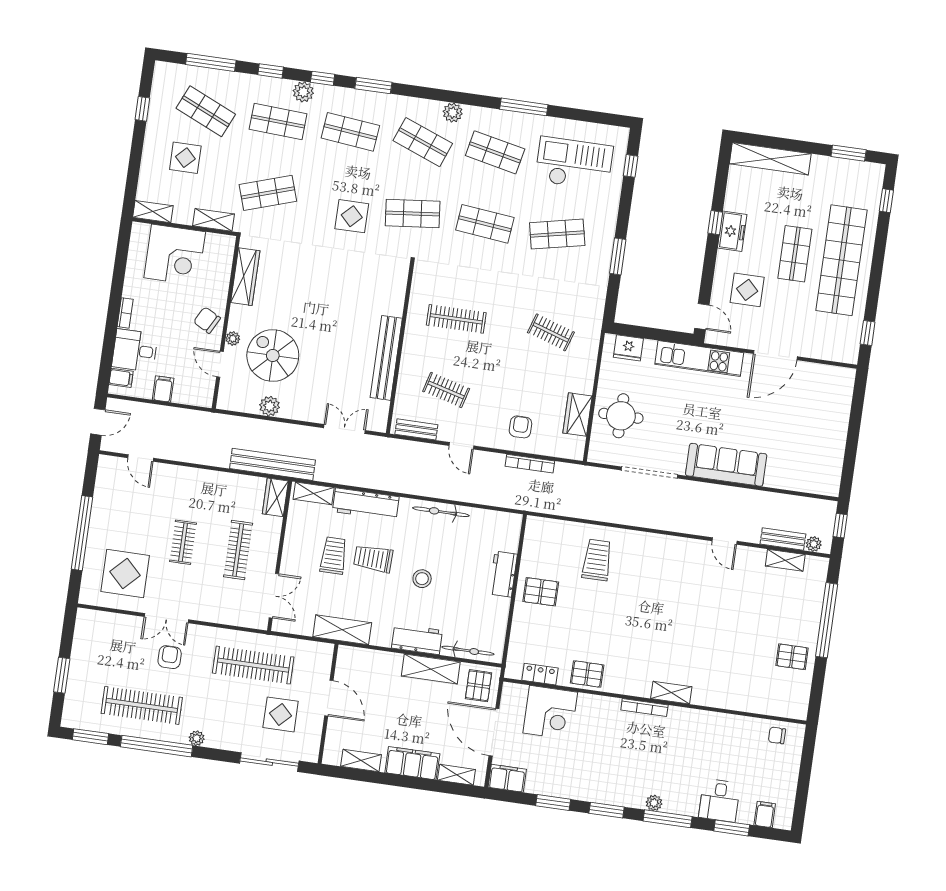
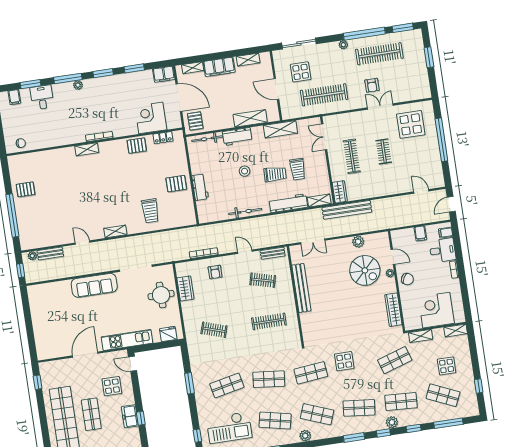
shelving: (785, 560) -> (115, 231), moved
shelving: (431, 669) -> (250, 118), moved

